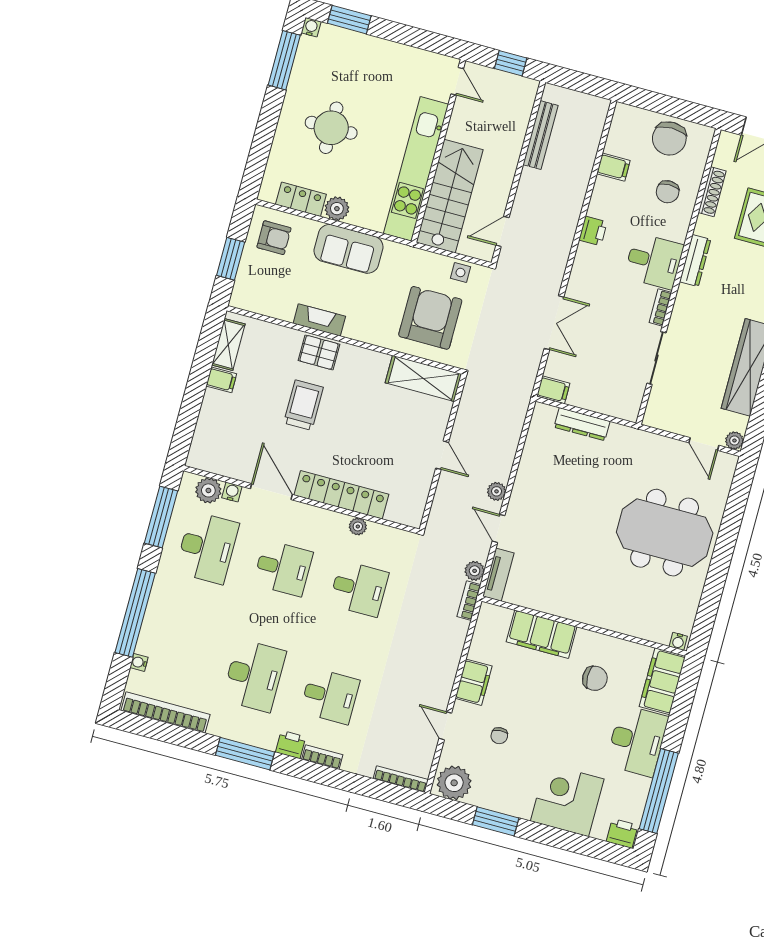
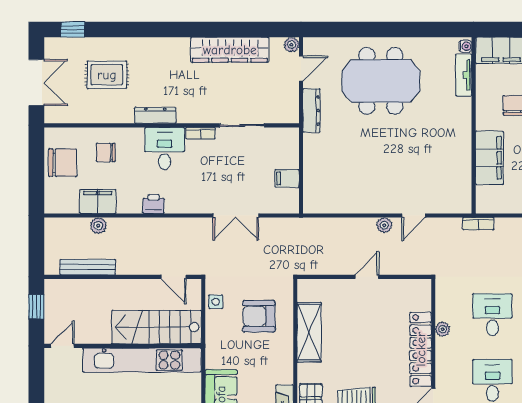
filing cabinet: (613, 167) -> (98, 202), width x2.00
chair: (668, 192) -> (106, 152), turned 180
shoe rack: (712, 192) -> (96, 117), removed
armchair: (430, 318) -> (259, 316), width x0.73, depth x0.73
double door: (554, 323) -> (236, 215), swing flipped
shelving: (423, 378) -> (309, 332), moved
filing cabinet: (553, 390) -> (287, 178), moved, turned -90
dresser: (582, 424) -> (312, 111), moved
meeting table: (665, 533) -> (381, 81), turned 90
plant: (475, 571) -> (98, 226), moved
tv unit: (498, 575) -> (464, 75), moved, turned -90

